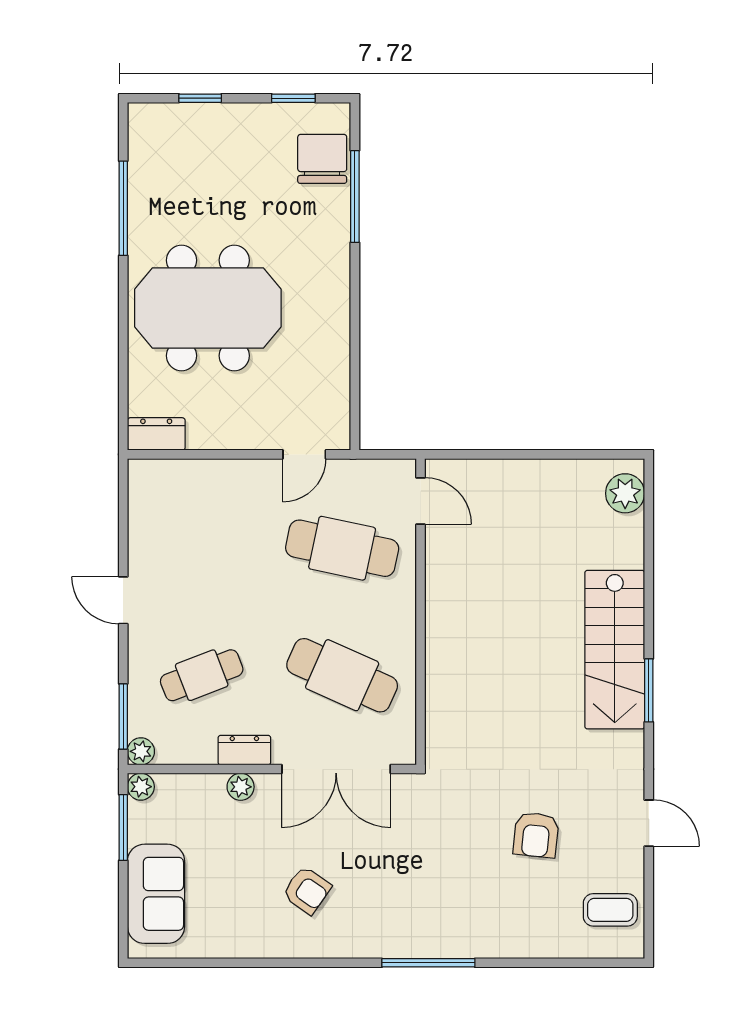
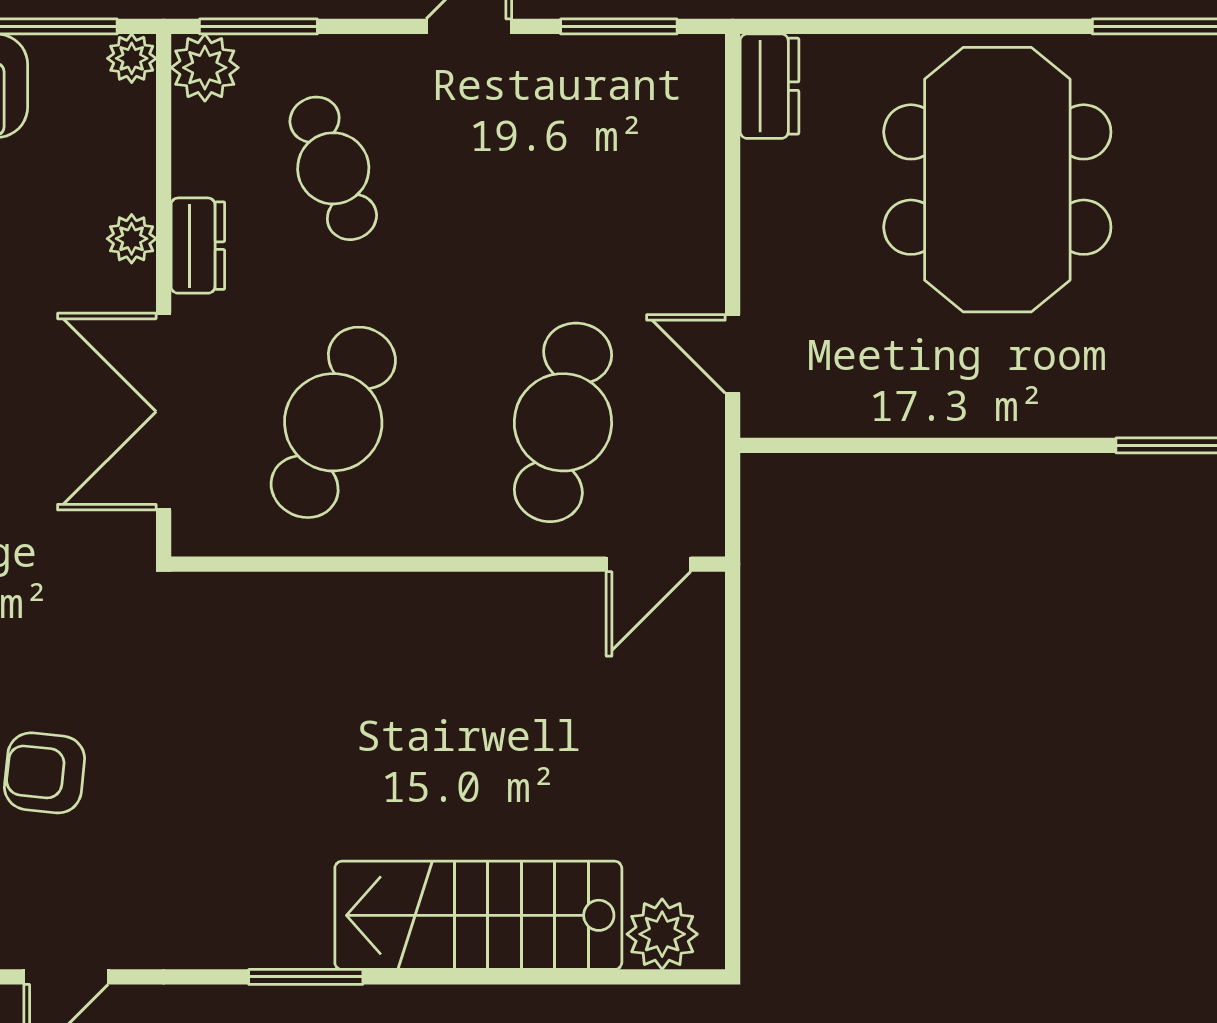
window: (123, 517) -> (619, 26), added
stairs: (615, 650) -> (478, 915), moved
plant: (141, 751) -> (205, 68), width x1.38, depth x1.38

